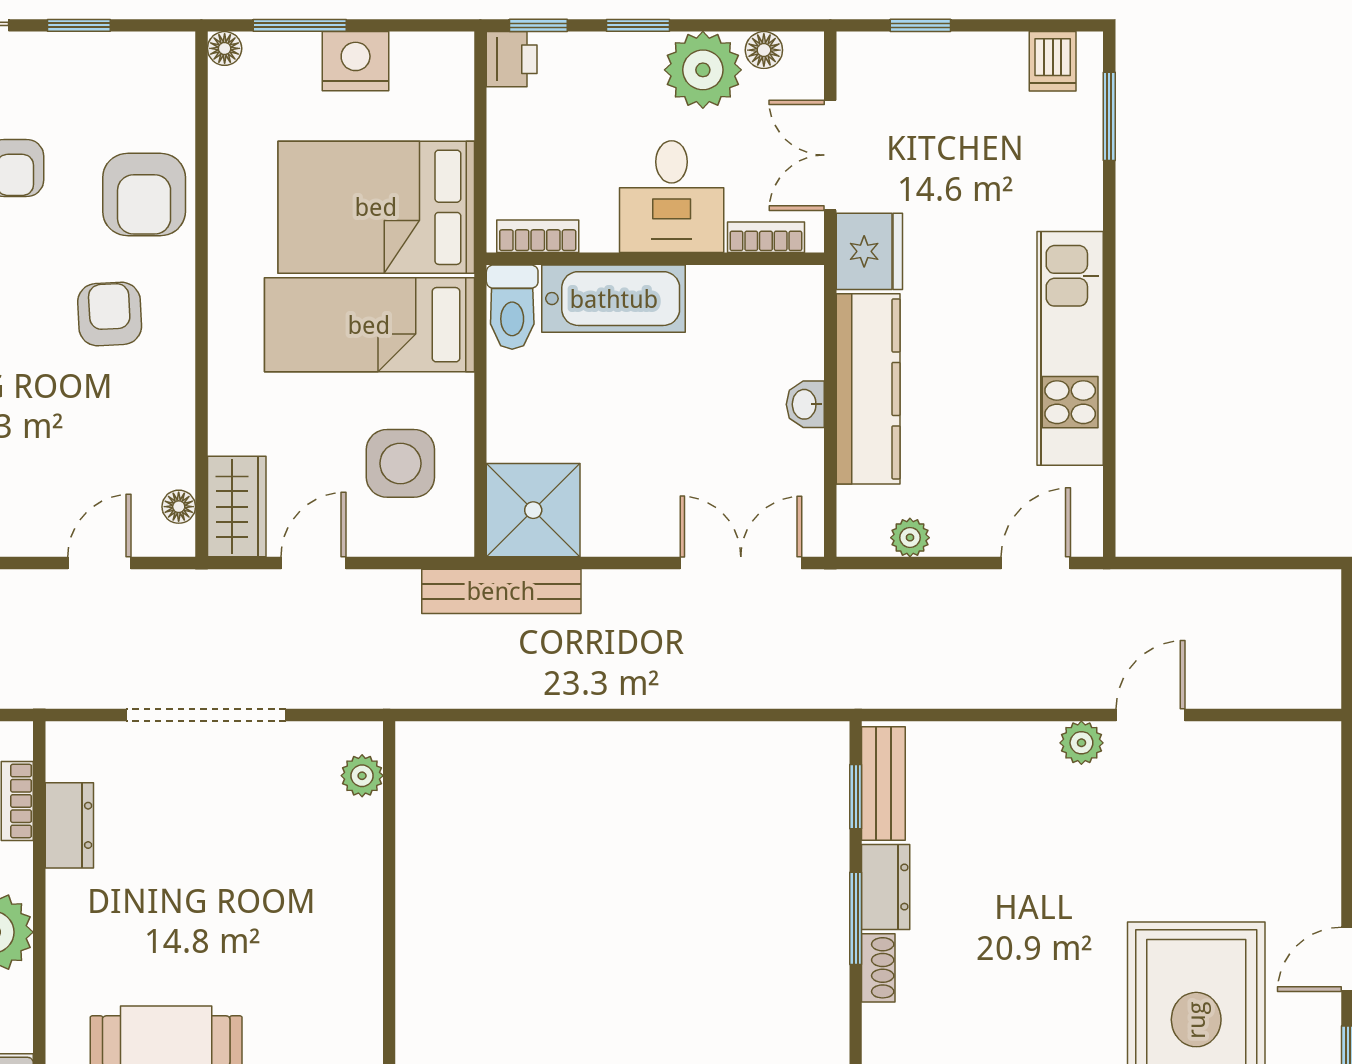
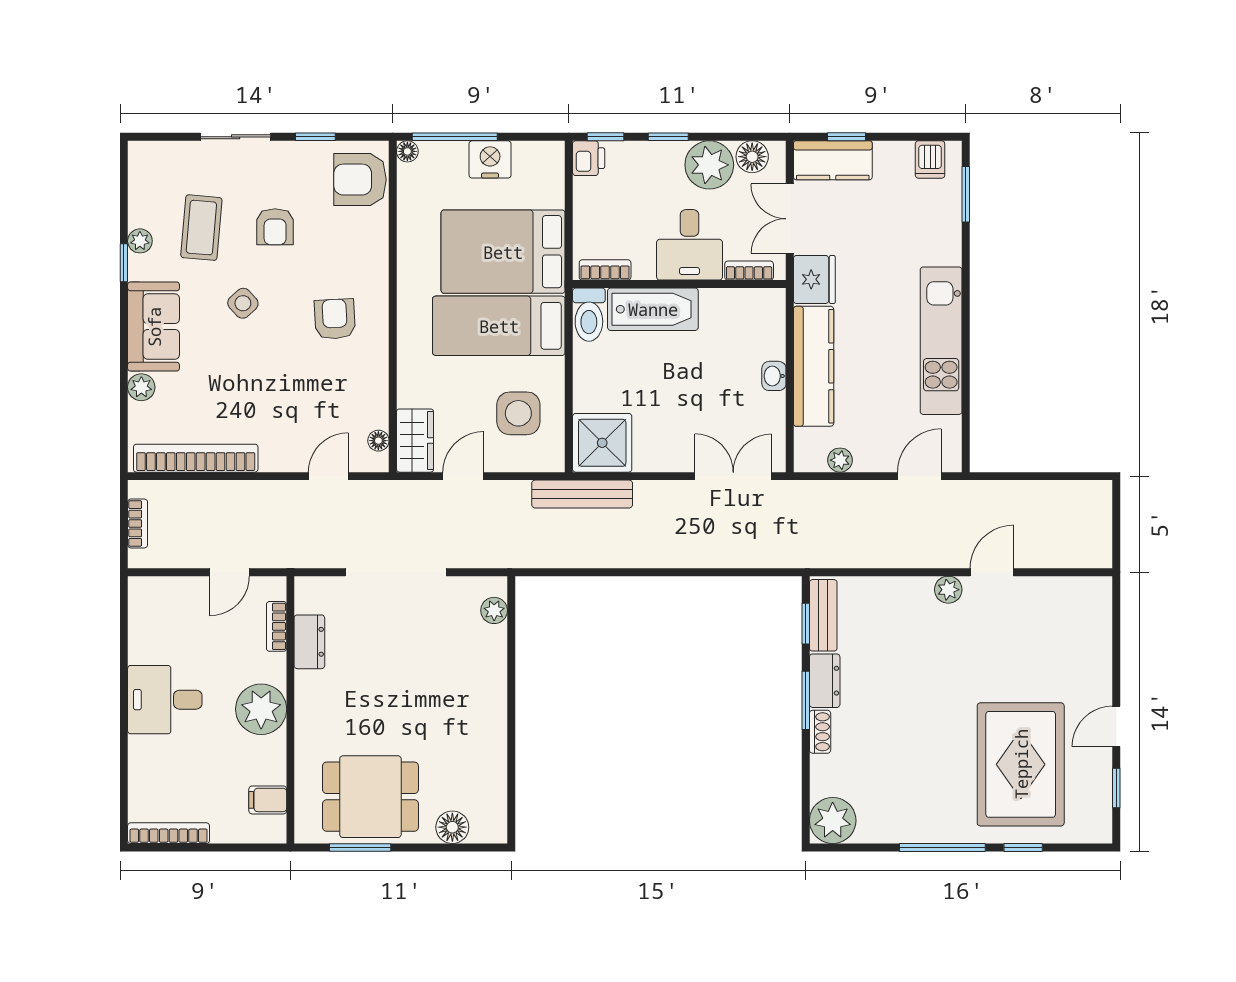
window: (300, 25) -> (455, 137), width x1.44
floor lamp: (764, 50) -> (752, 157), width x1.37, depth x1.37
kitchen counter: (899, 63) -> (833, 160), added
armchair: (144, 195) -> (360, 180), moved, turned 90

